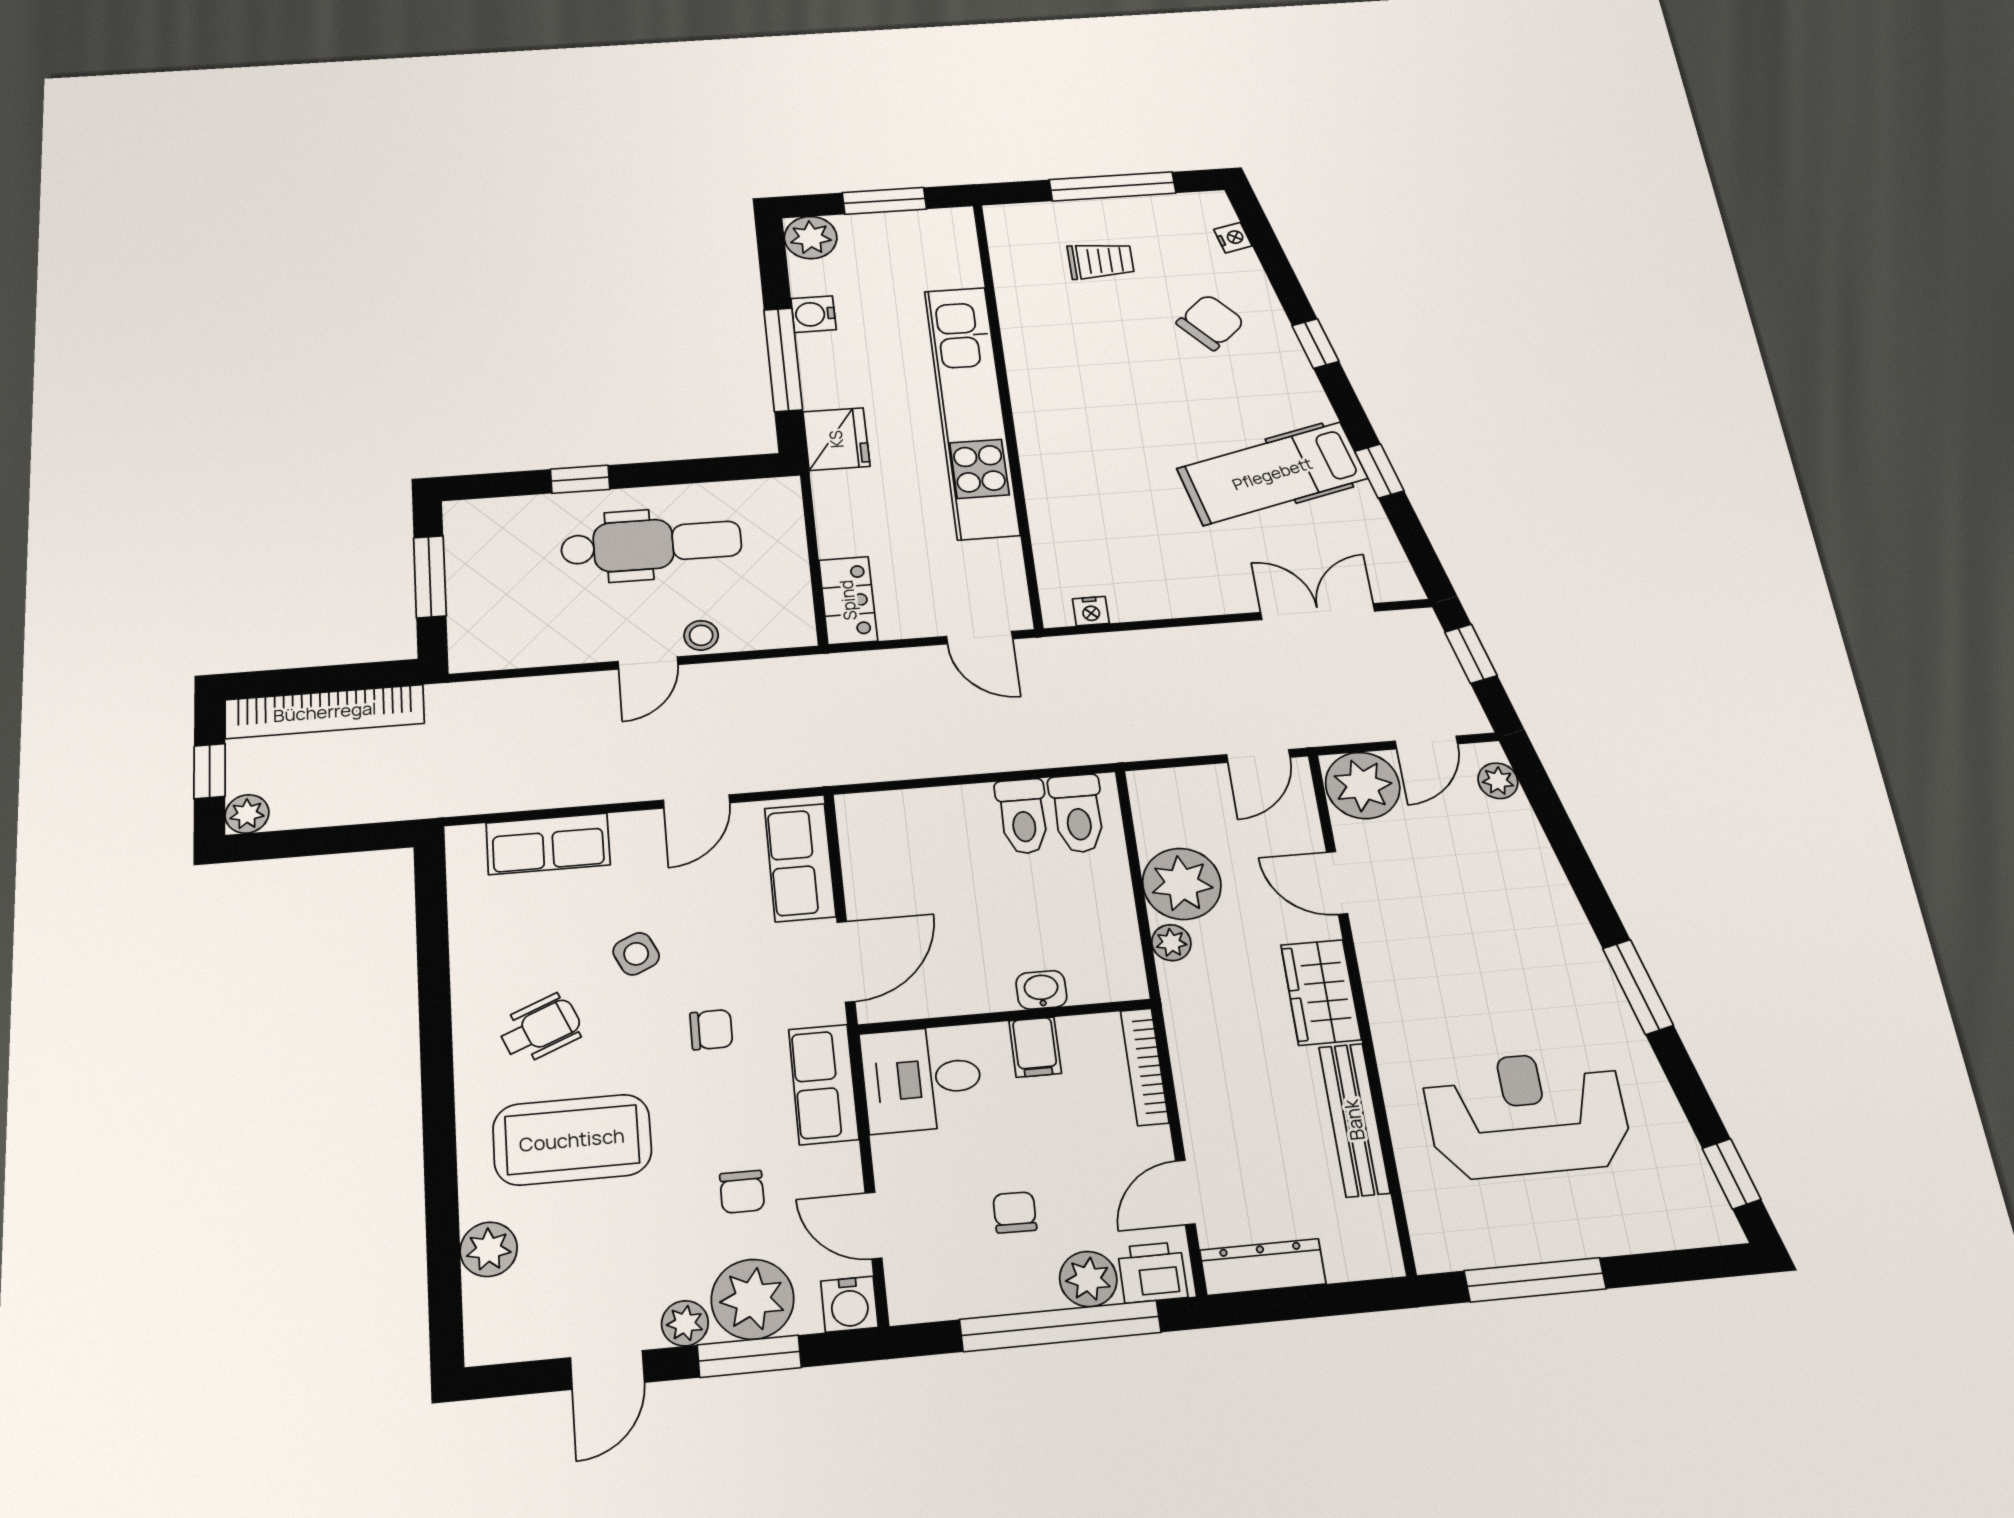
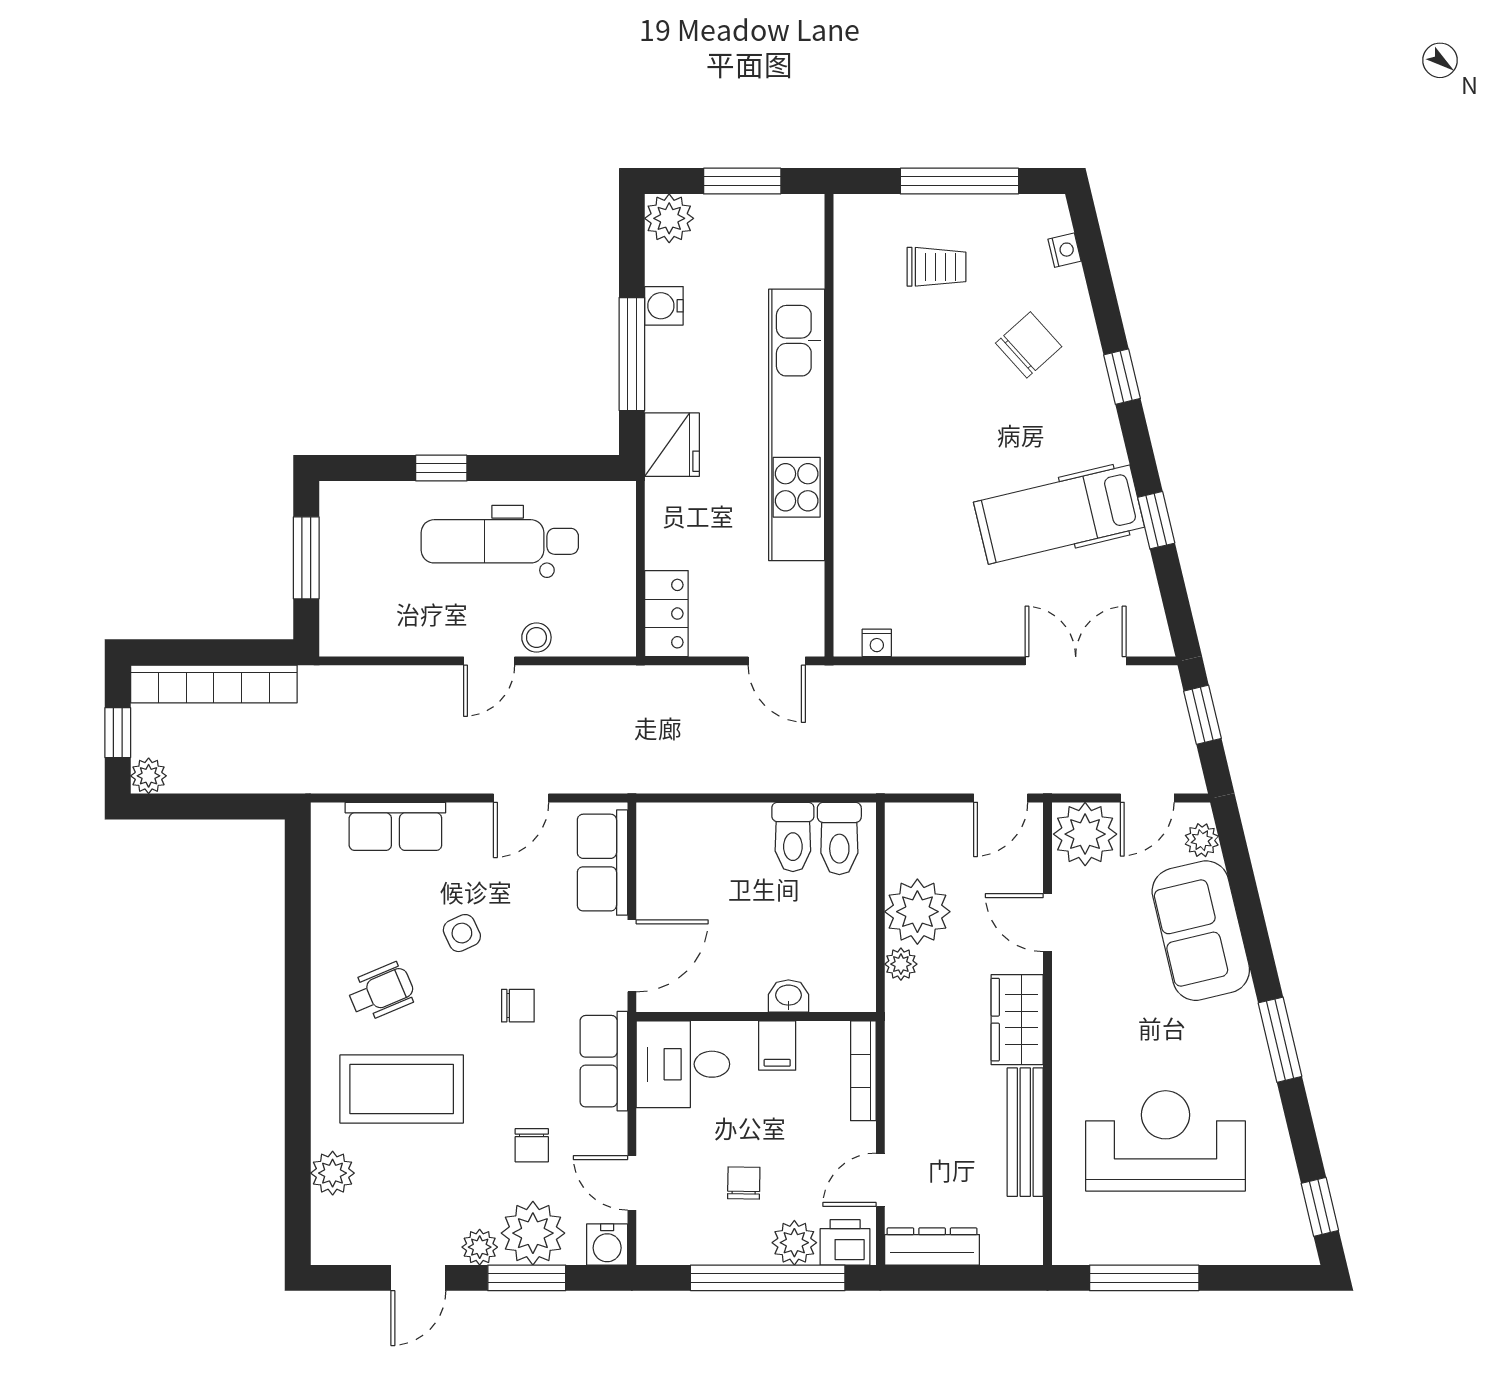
dental chair: (651, 544) -> (500, 541), turned 180
sofa: (1518, 876) -> (1201, 931), added

